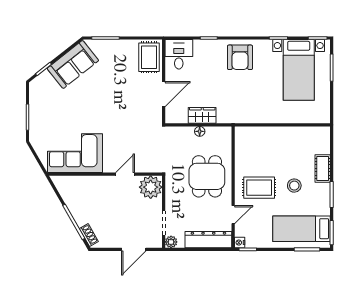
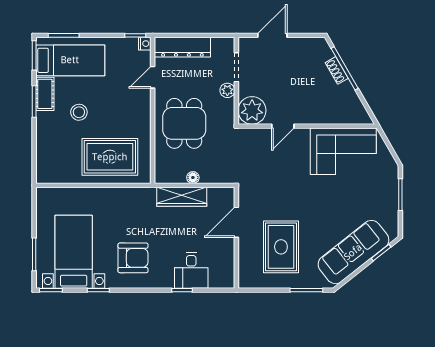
desk: (179, 54) -> (191, 270), moved
rug: (149, 57) -> (281, 247), moved, width x1.36, depth x1.43
armchair: (240, 57) -> (133, 258), moved, turned 90
sofa: (73, 64) -> (353, 252), width x1.36
wardrobe: (202, 115) -> (182, 197), width x1.50
cot: (323, 168) -> (45, 94), moved
rug: (259, 188) -> (110, 157), moved, width x1.36, depth x1.43
shoe rack: (89, 235) -> (337, 70), moved
plant: (171, 242) -> (227, 90), moved

